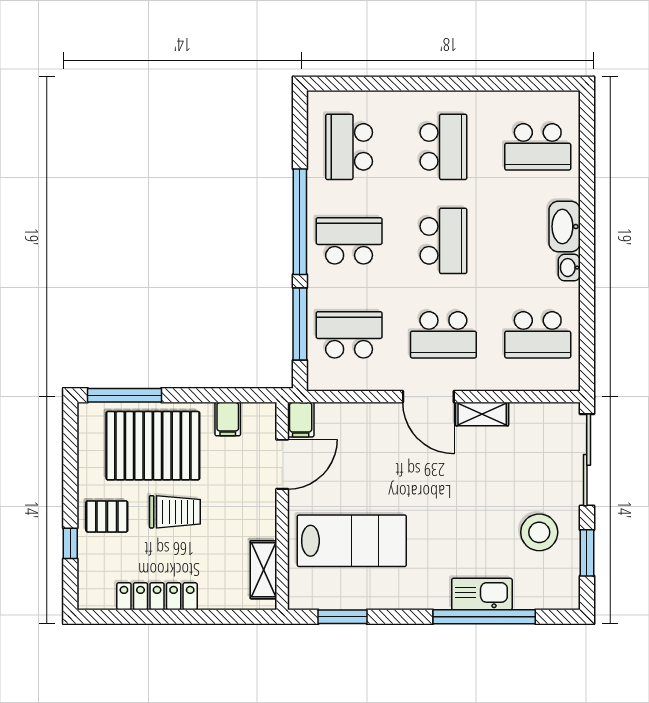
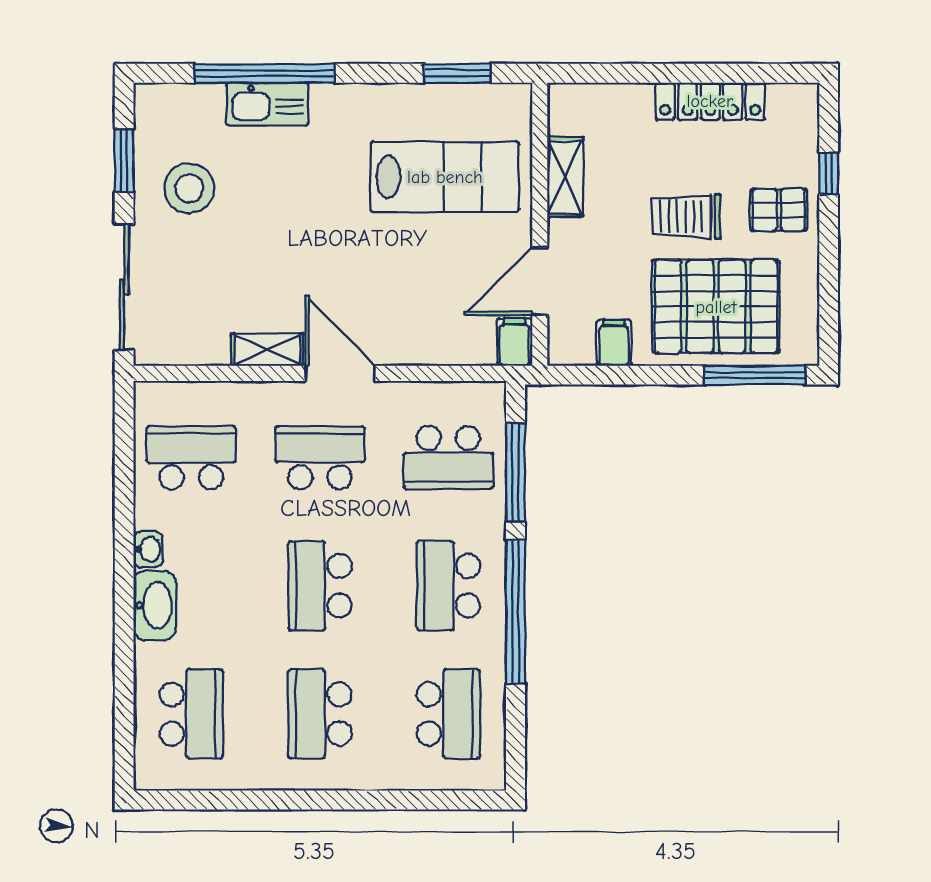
school desk: (538, 147) -> (191, 714), turned 90
school desk: (349, 241) -> (448, 586), turned 90
lab bench: (352, 541) -> (445, 177), turned 180
shelving: (263, 570) -> (565, 177), moved

